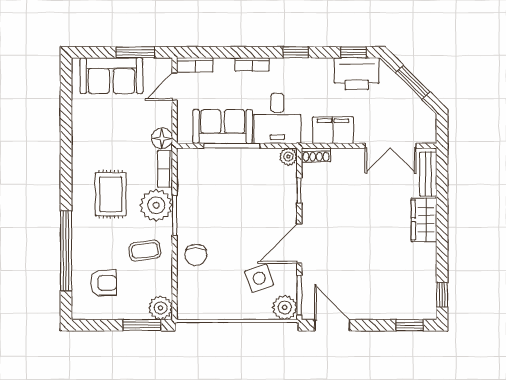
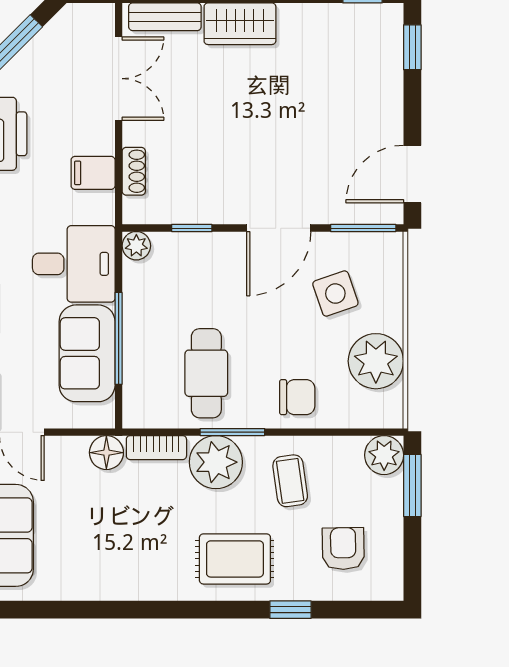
filing cabinet: (333, 130) -> (93, 173), width x0.50
shoe rack: (316, 155) -> (134, 171), moved
rug: (111, 194) -> (235, 559), moved
cafe table: (211, 199) -> (206, 373), added
door: (299, 244) -> (279, 228), hinge flipped
window: (66, 251) -> (290, 610), width x0.32
plant: (285, 307) -> (376, 361), moved, width x1.36, depth x1.36

